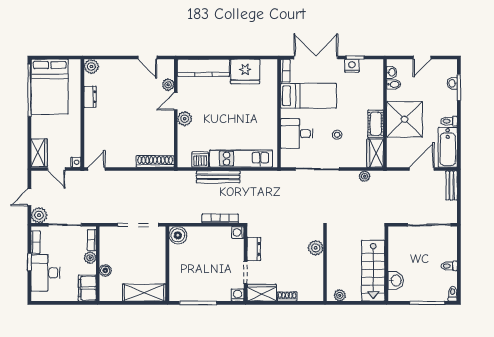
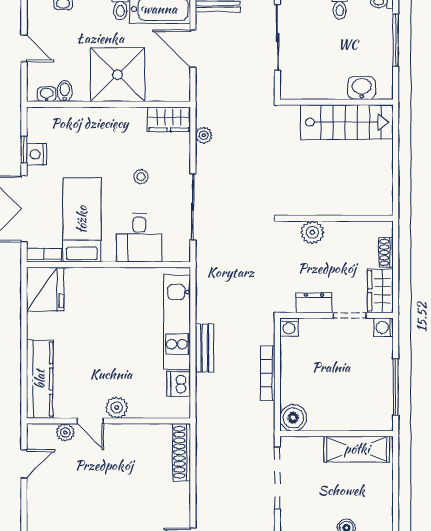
fridge: (245, 71) -> (45, 289), moved
cot: (376, 124) -> (124, 118), removed
bench: (218, 177) -> (205, 348), width x0.73
bookcase: (220, 219) -> (268, 373), moved
plant: (316, 248) -> (312, 232), moved
wall: (325, 264) -> (336, 218), moved
shelving: (144, 293) -> (357, 449), moved, turned 90
plant: (340, 295) -> (384, 173), removed

